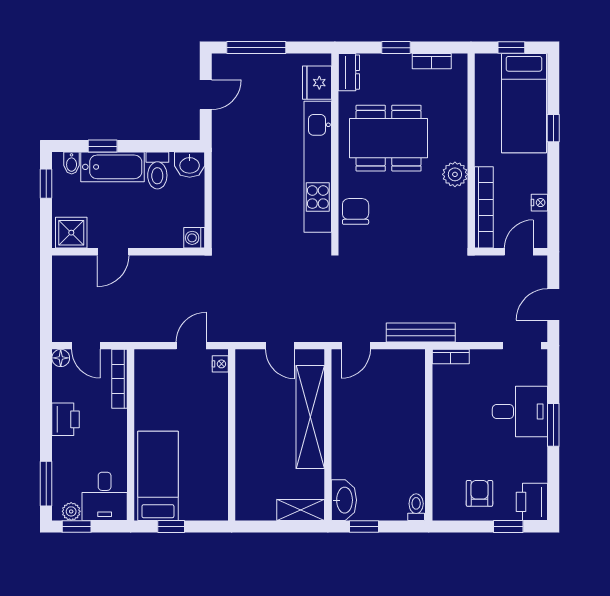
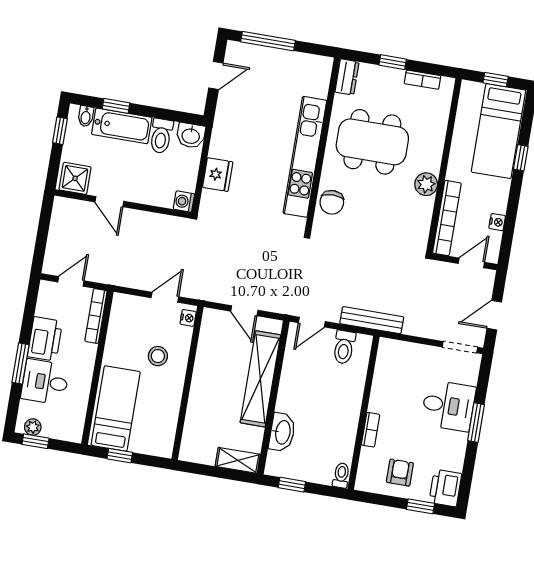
fridge: (317, 83) -> (218, 175), moved, turned 180
chair: (356, 211) -> (332, 202), turned 180
door: (113, 252) -> (109, 202), hinge flipped
door: (86, 346) -> (71, 281), swing flipped
bookcase: (451, 357) -> (371, 430), moved, turned -90
floor lamp: (61, 358) -> (47, 289), removed
toilet: (395, 367) -> (344, 347), added
stool: (194, 411) -> (158, 356), added
printer: (65, 419) -> (45, 339), width x1.37, depth x1.19
window: (46, 484) -> (21, 364), moved
desk: (105, 496) -> (45, 382), moved, turned 90
washbasin: (344, 500) -> (282, 432), moved

